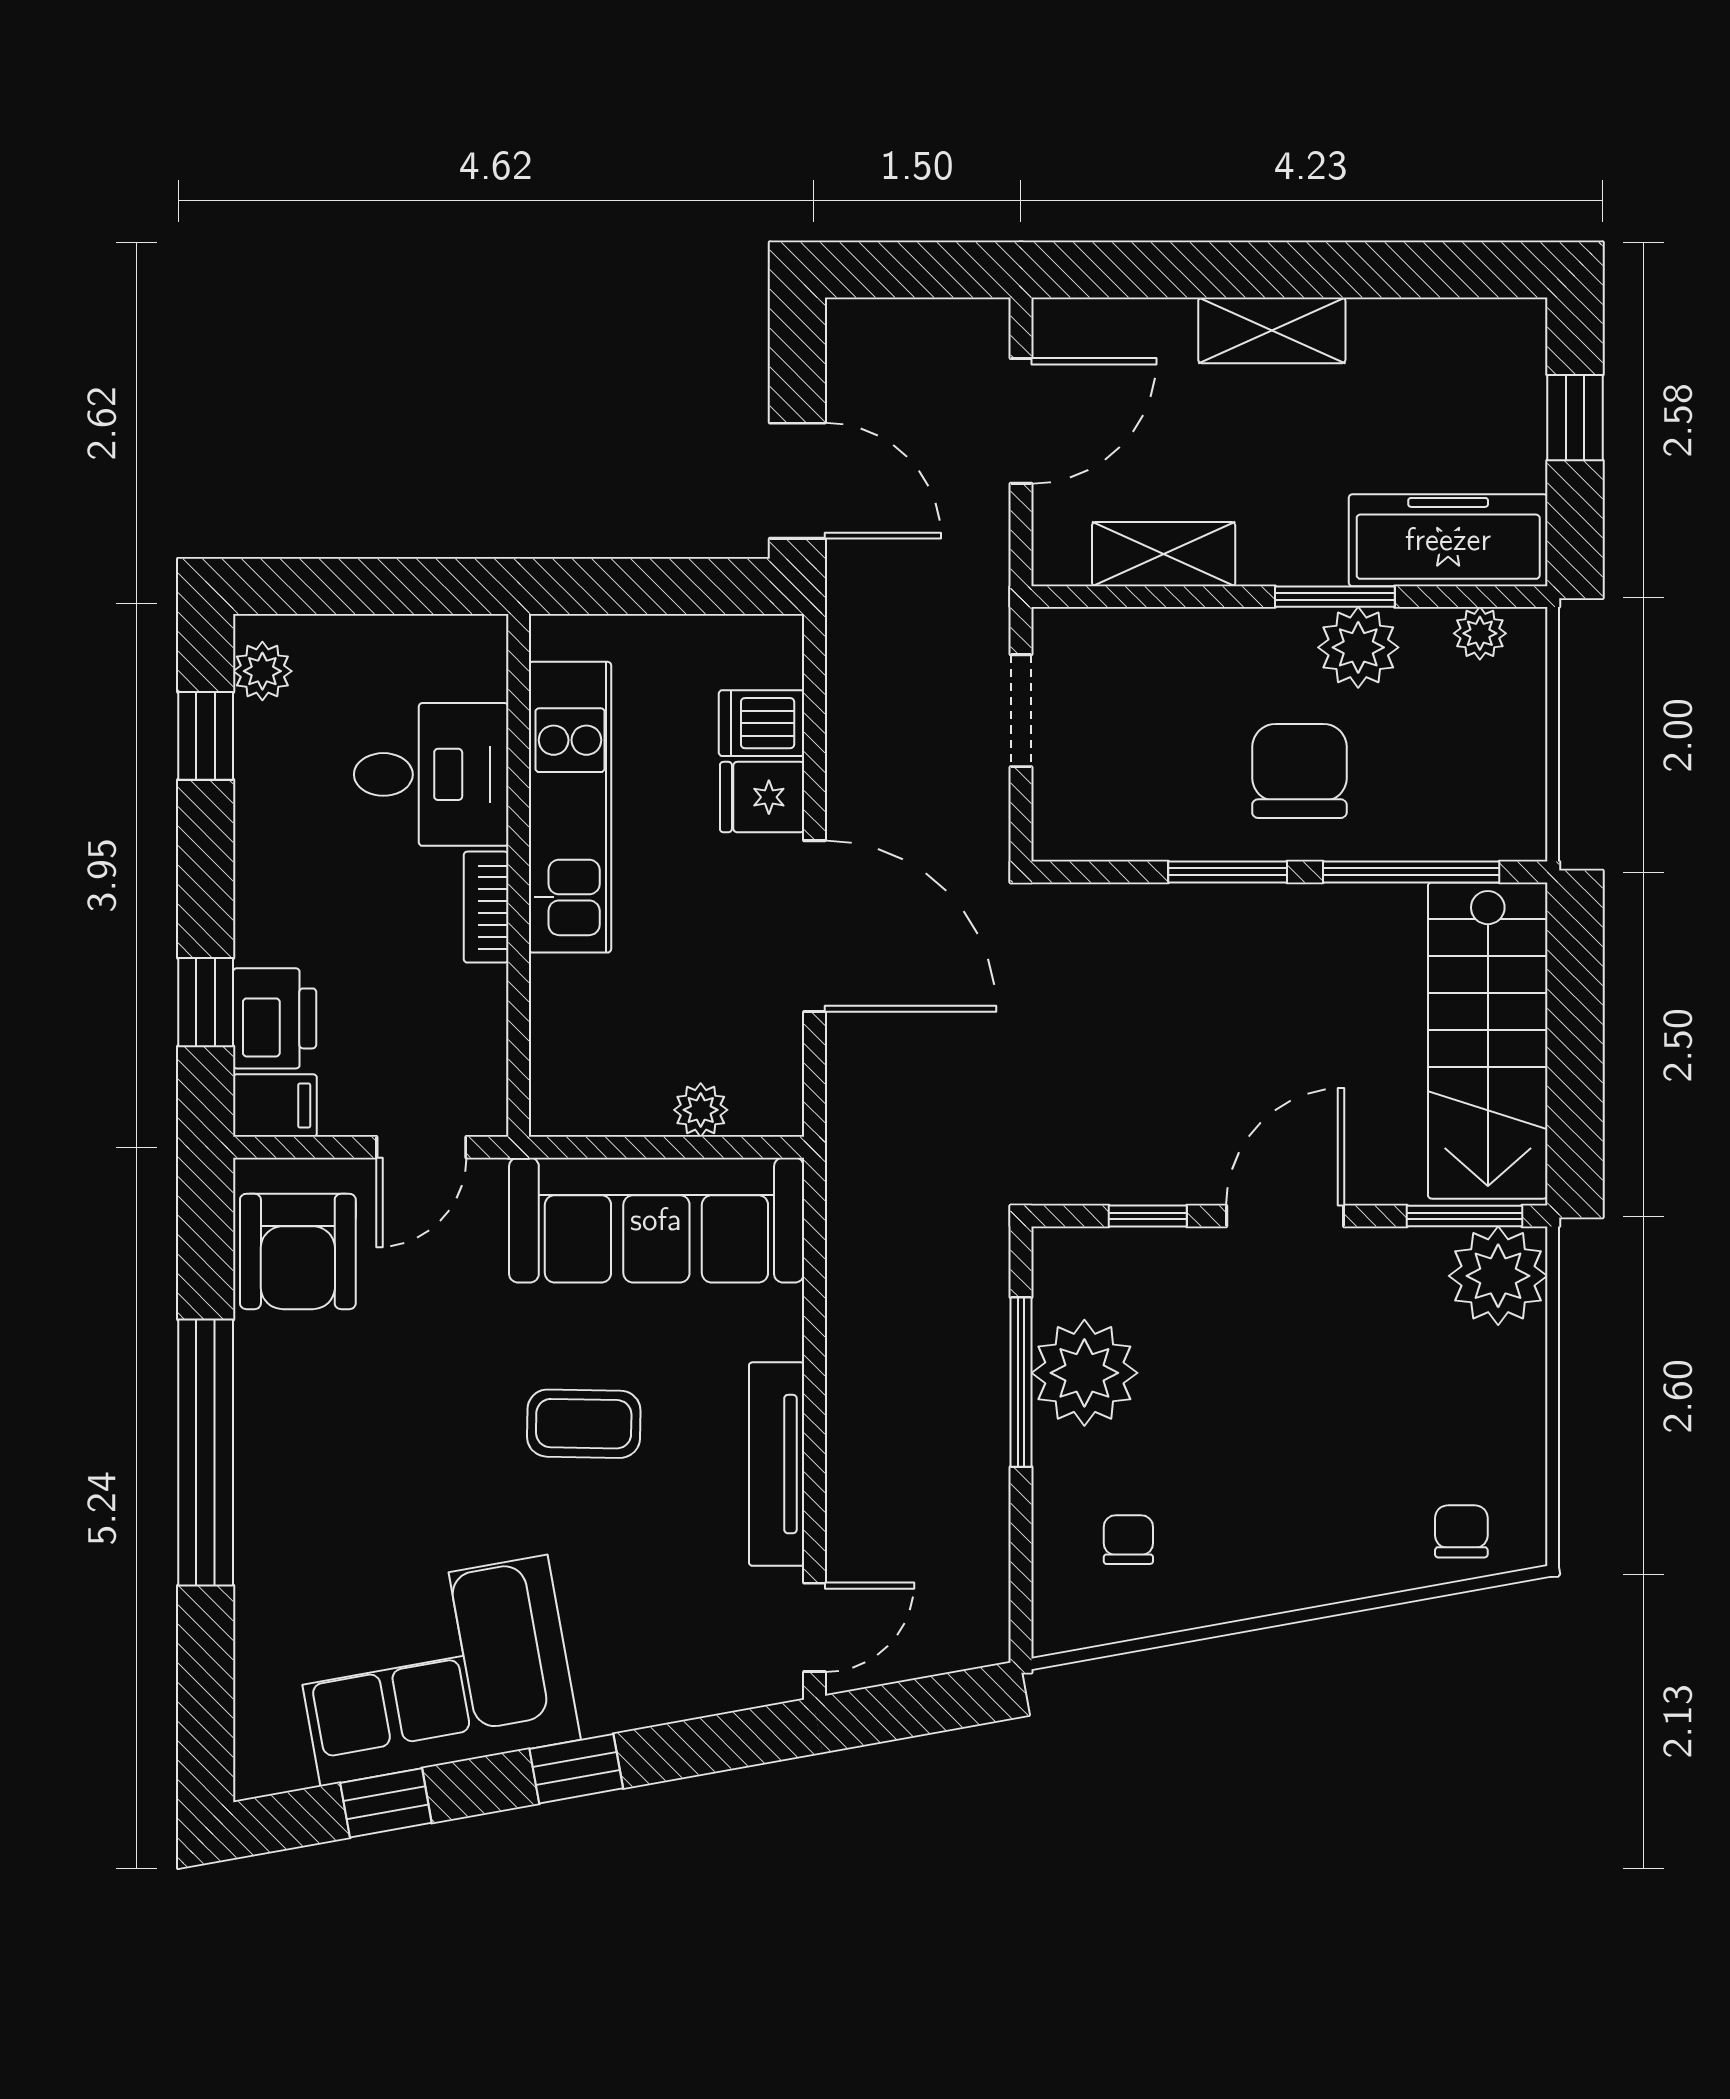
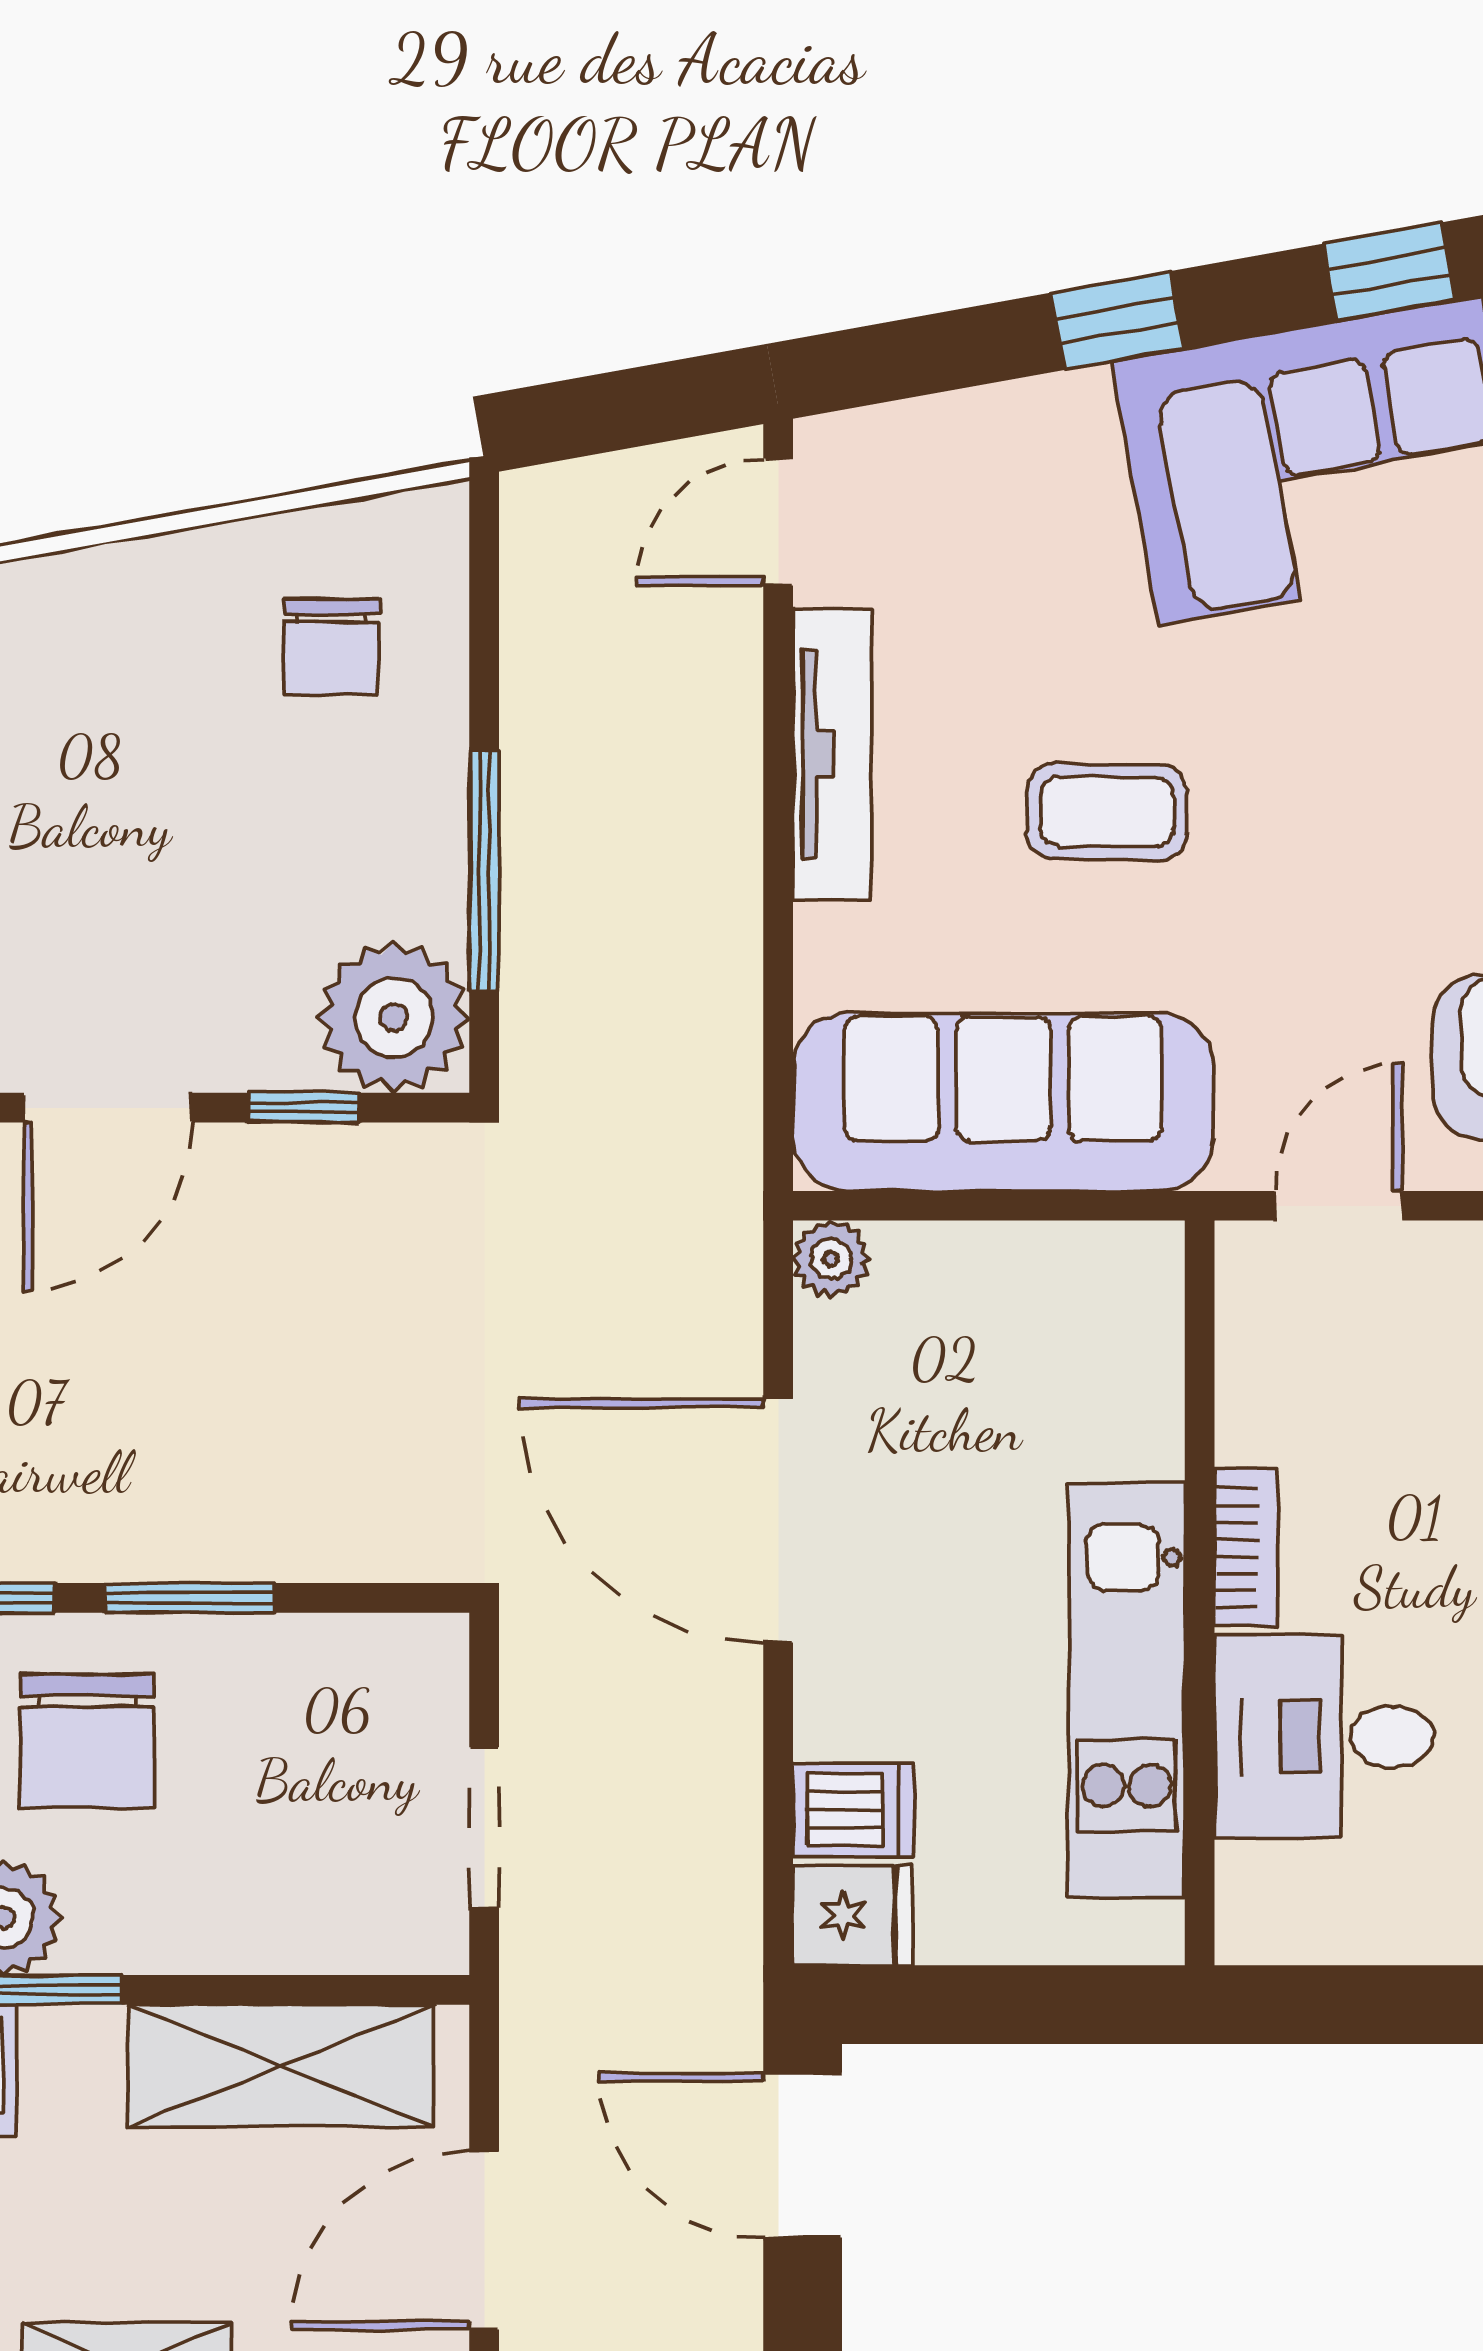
shelving: (1164, 554) -> (281, 2066), width x1.50, depth x1.33
fridge: (762, 797) -> (853, 1915), moved
plant: (701, 1110) -> (831, 1259), moved
plant: (1084, 1373) -> (394, 1017), moved
chair: (1128, 1540) -> (331, 647), width x1.37, depth x1.37

